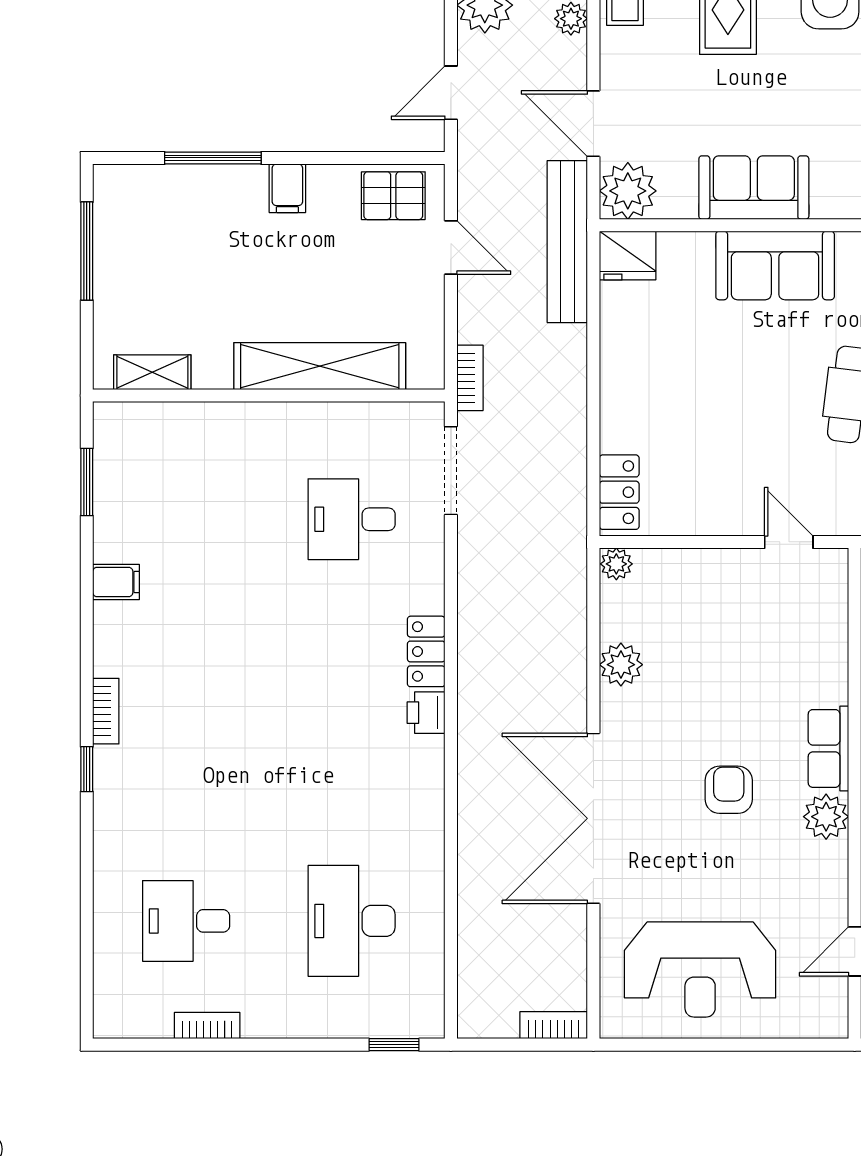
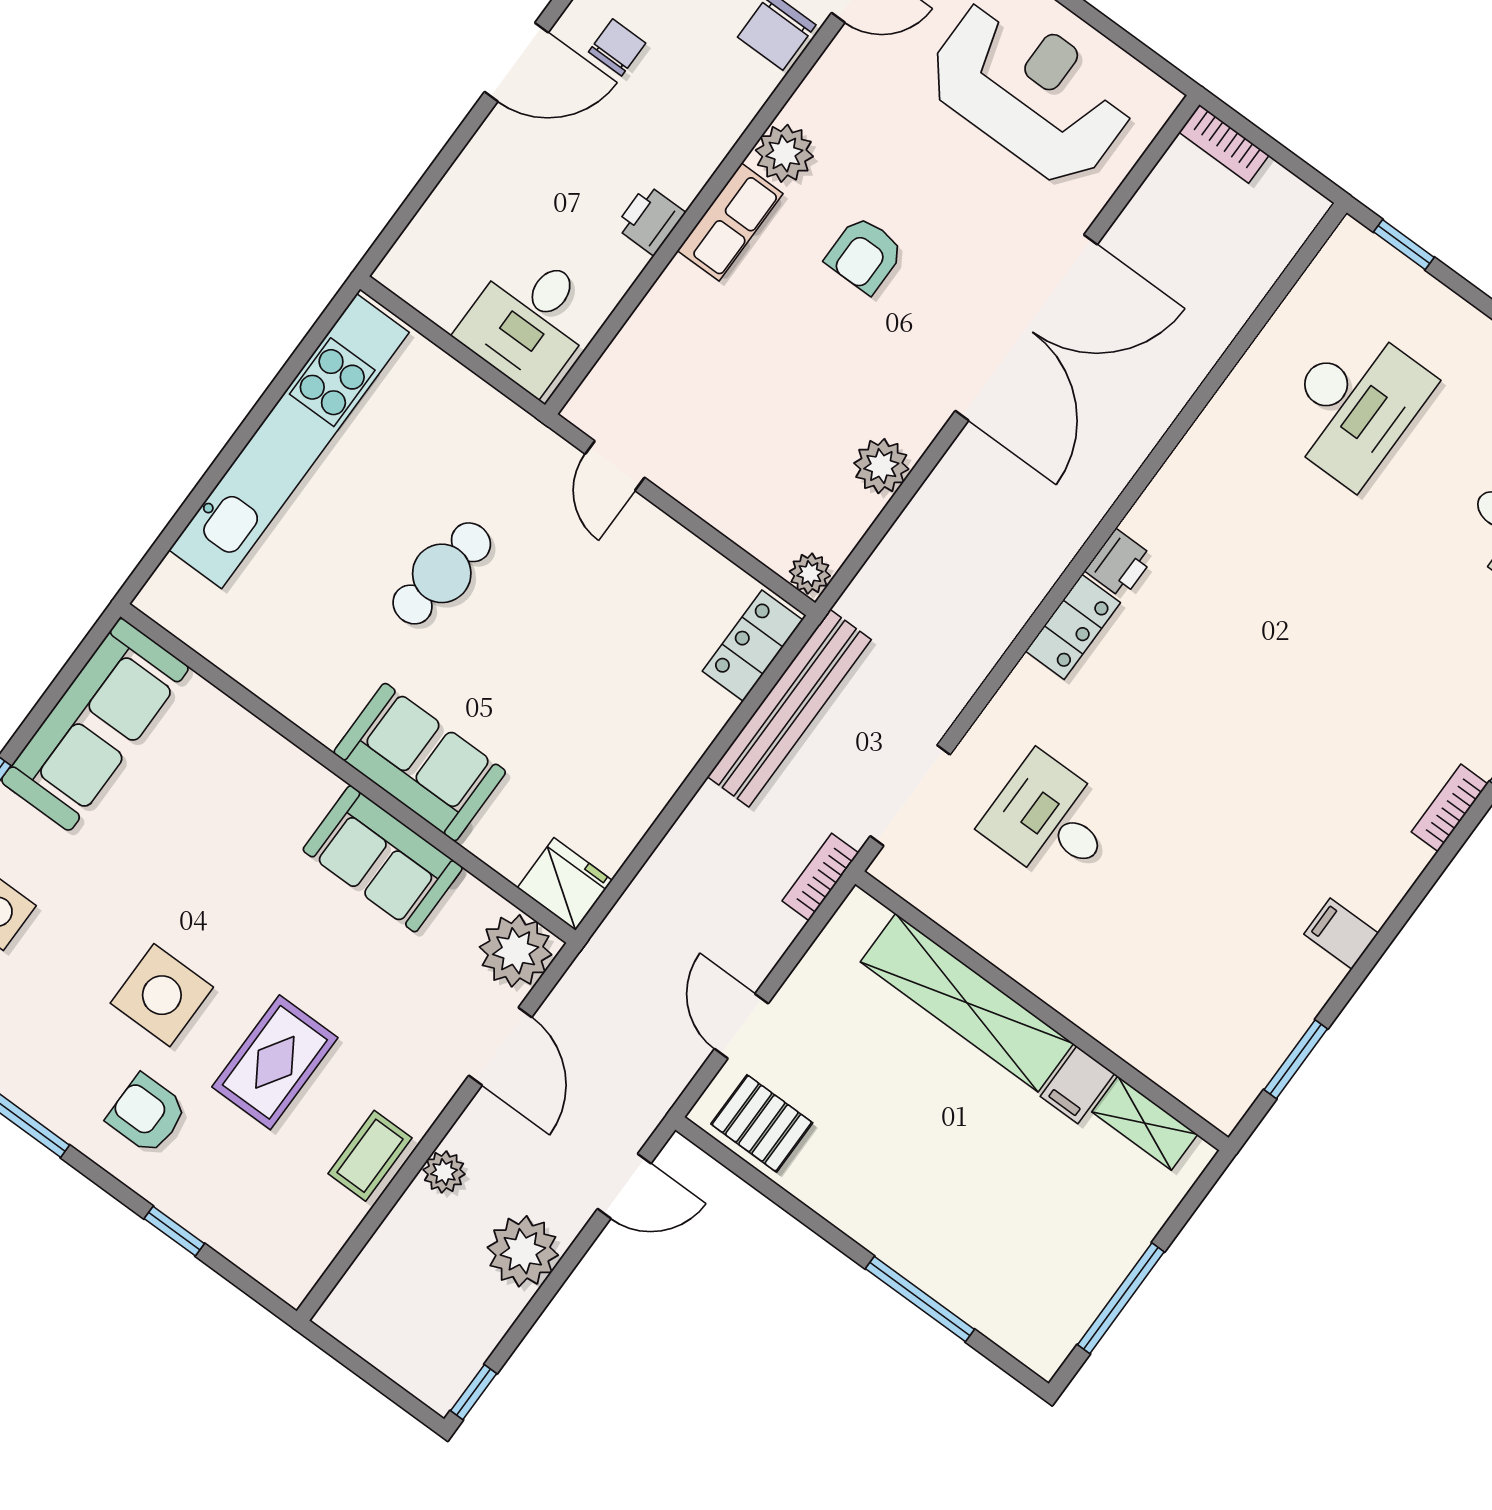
filing cabinet: (287, 188) -> (1077, 1085), moved, turned 180
bench: (567, 242) -> (789, 708), moved
desk: (352, 519) -> (1050, 820), turned 180

